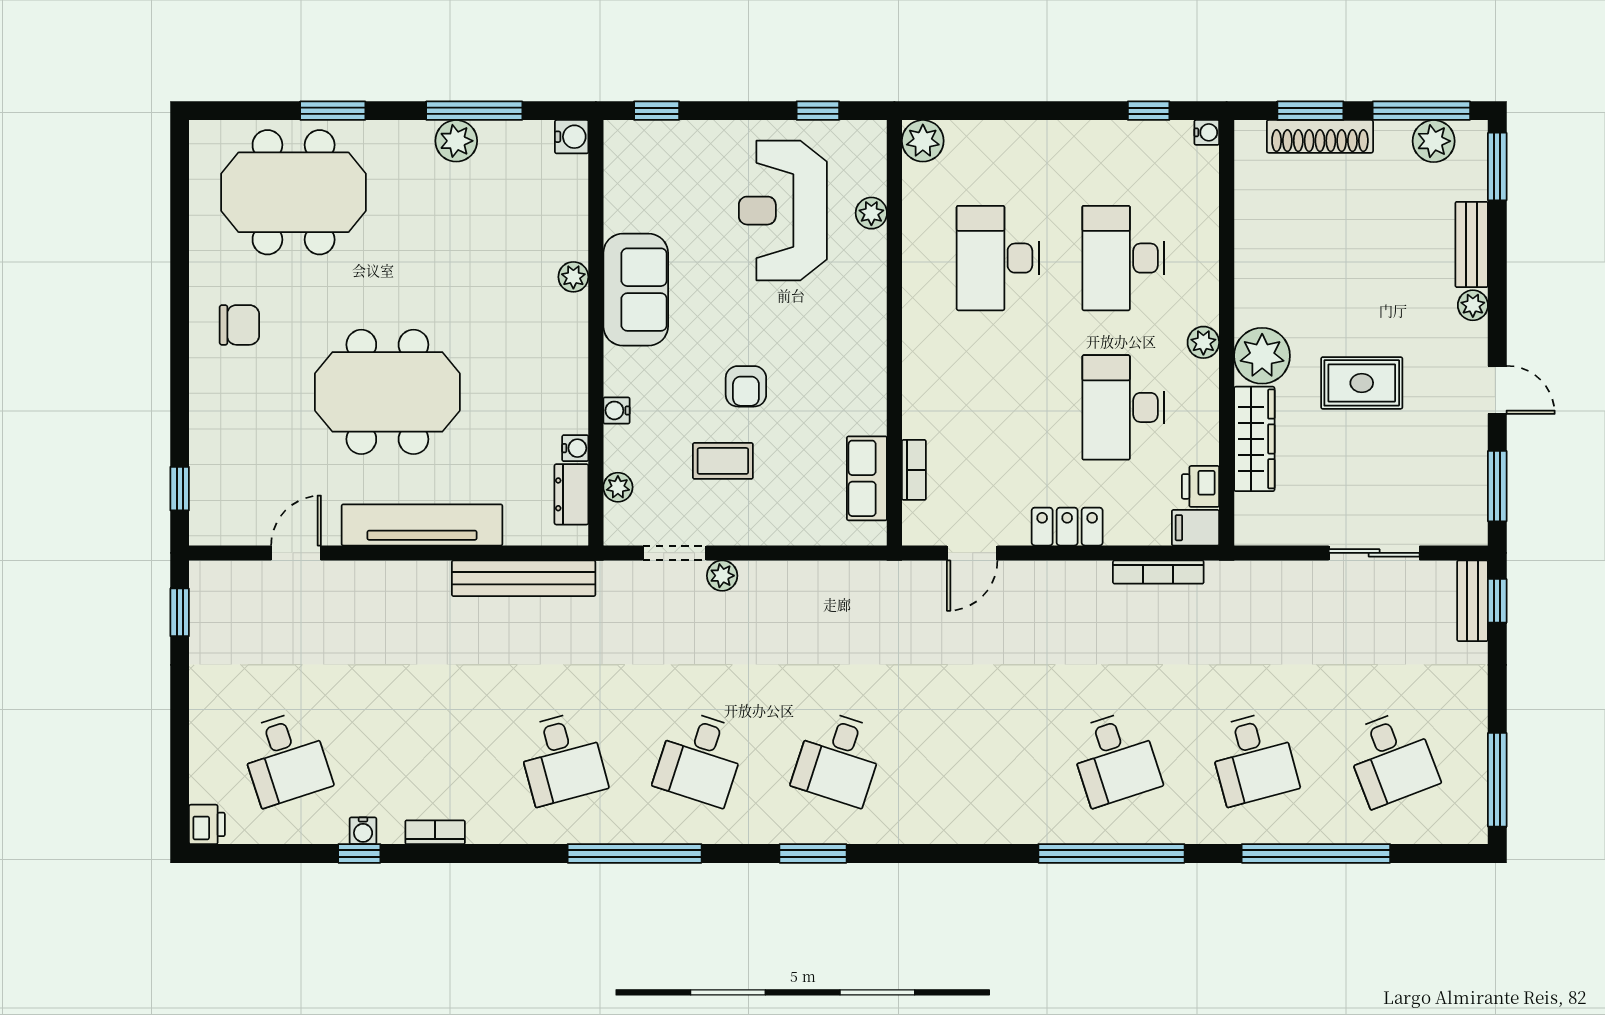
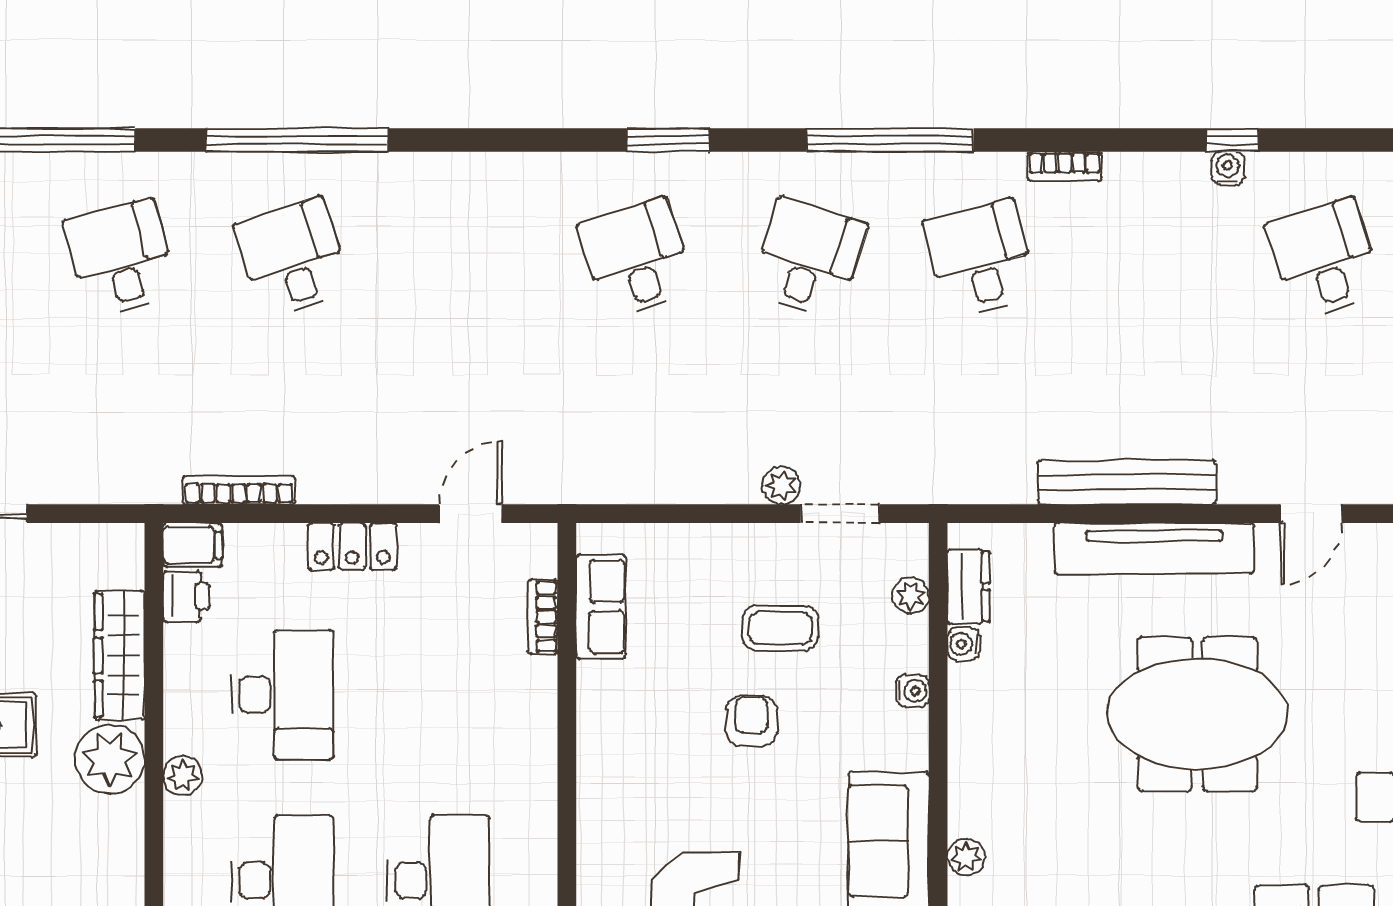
bench: (524, 578) -> (1127, 482), moved
desk: (838, 758) -> (637, 258), turned -36
bookcase: (435, 832) -> (1065, 166), moved

